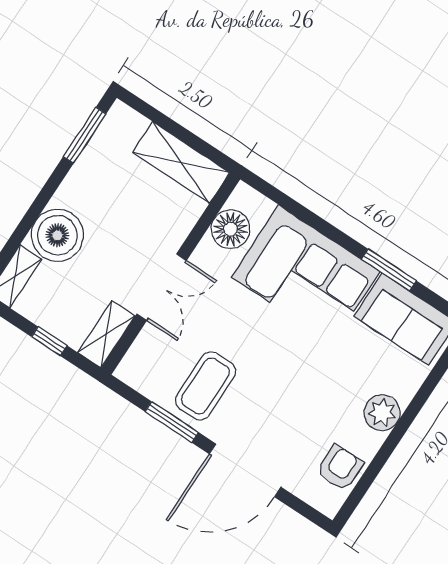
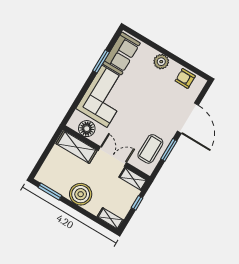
shelving: (181, 162) -> (76, 147), moved, turned 90
boiler: (57, 235) -> (81, 194), moved
coffee table: (205, 386) -> (150, 149), moved, turned 90

